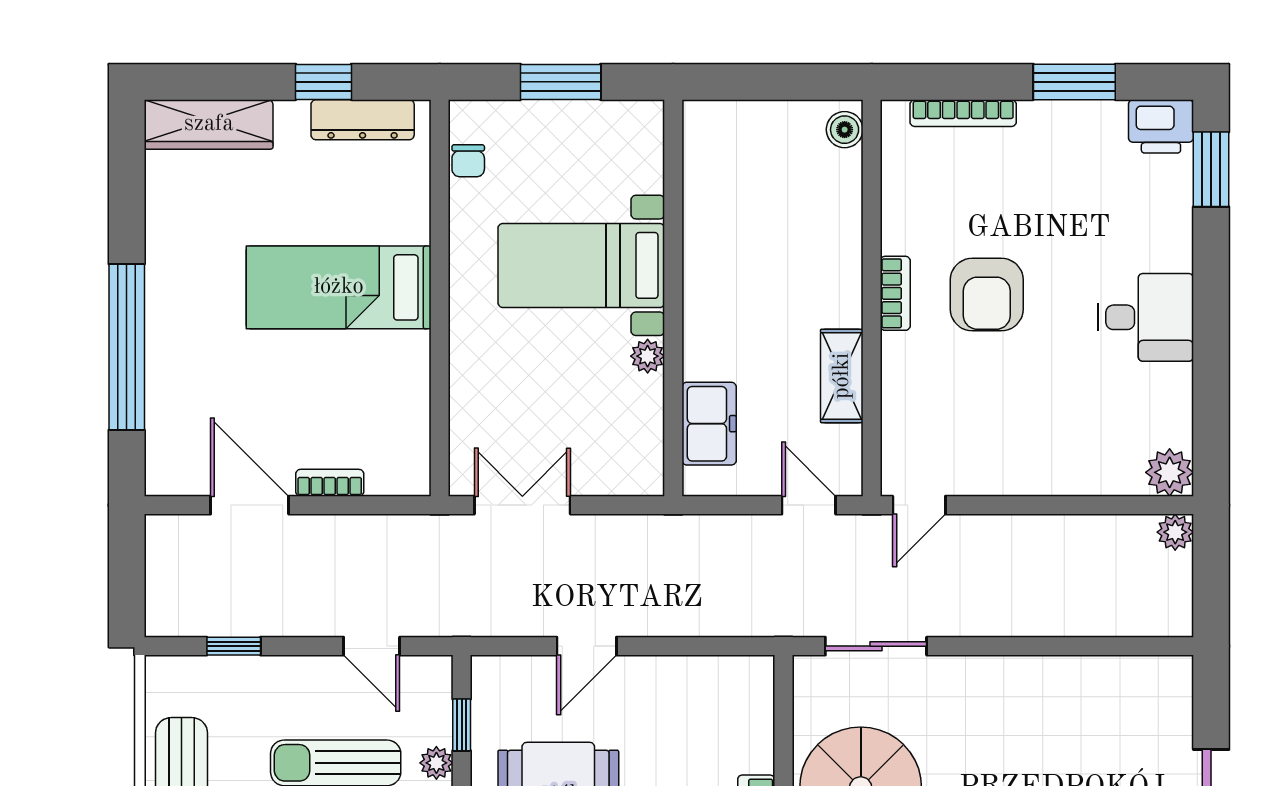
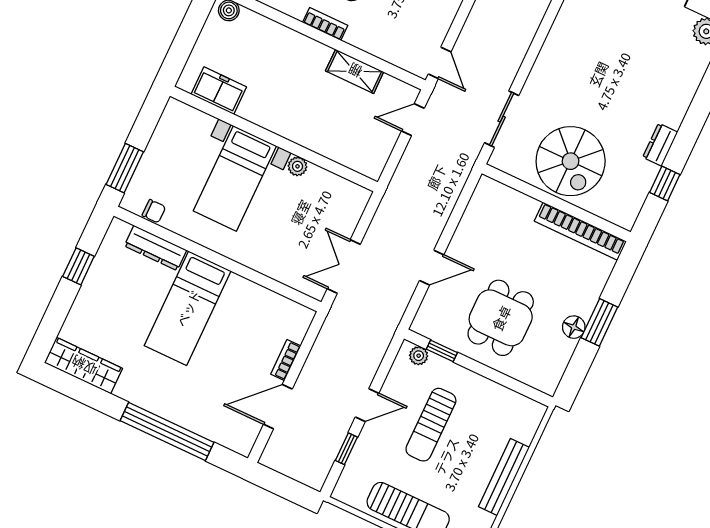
window: (561, 82) -> (125, 168), moved
dresser: (363, 120) -> (155, 248), moved, turned 90
wardrobe: (209, 124) -> (84, 366), moved, turned -90
freezer: (709, 424) -> (219, 91), moved
door: (372, 646) -> (367, 405), moved
door: (587, 646) -> (432, 268), hinge flipped
plant: (436, 763) -> (419, 356), moved

